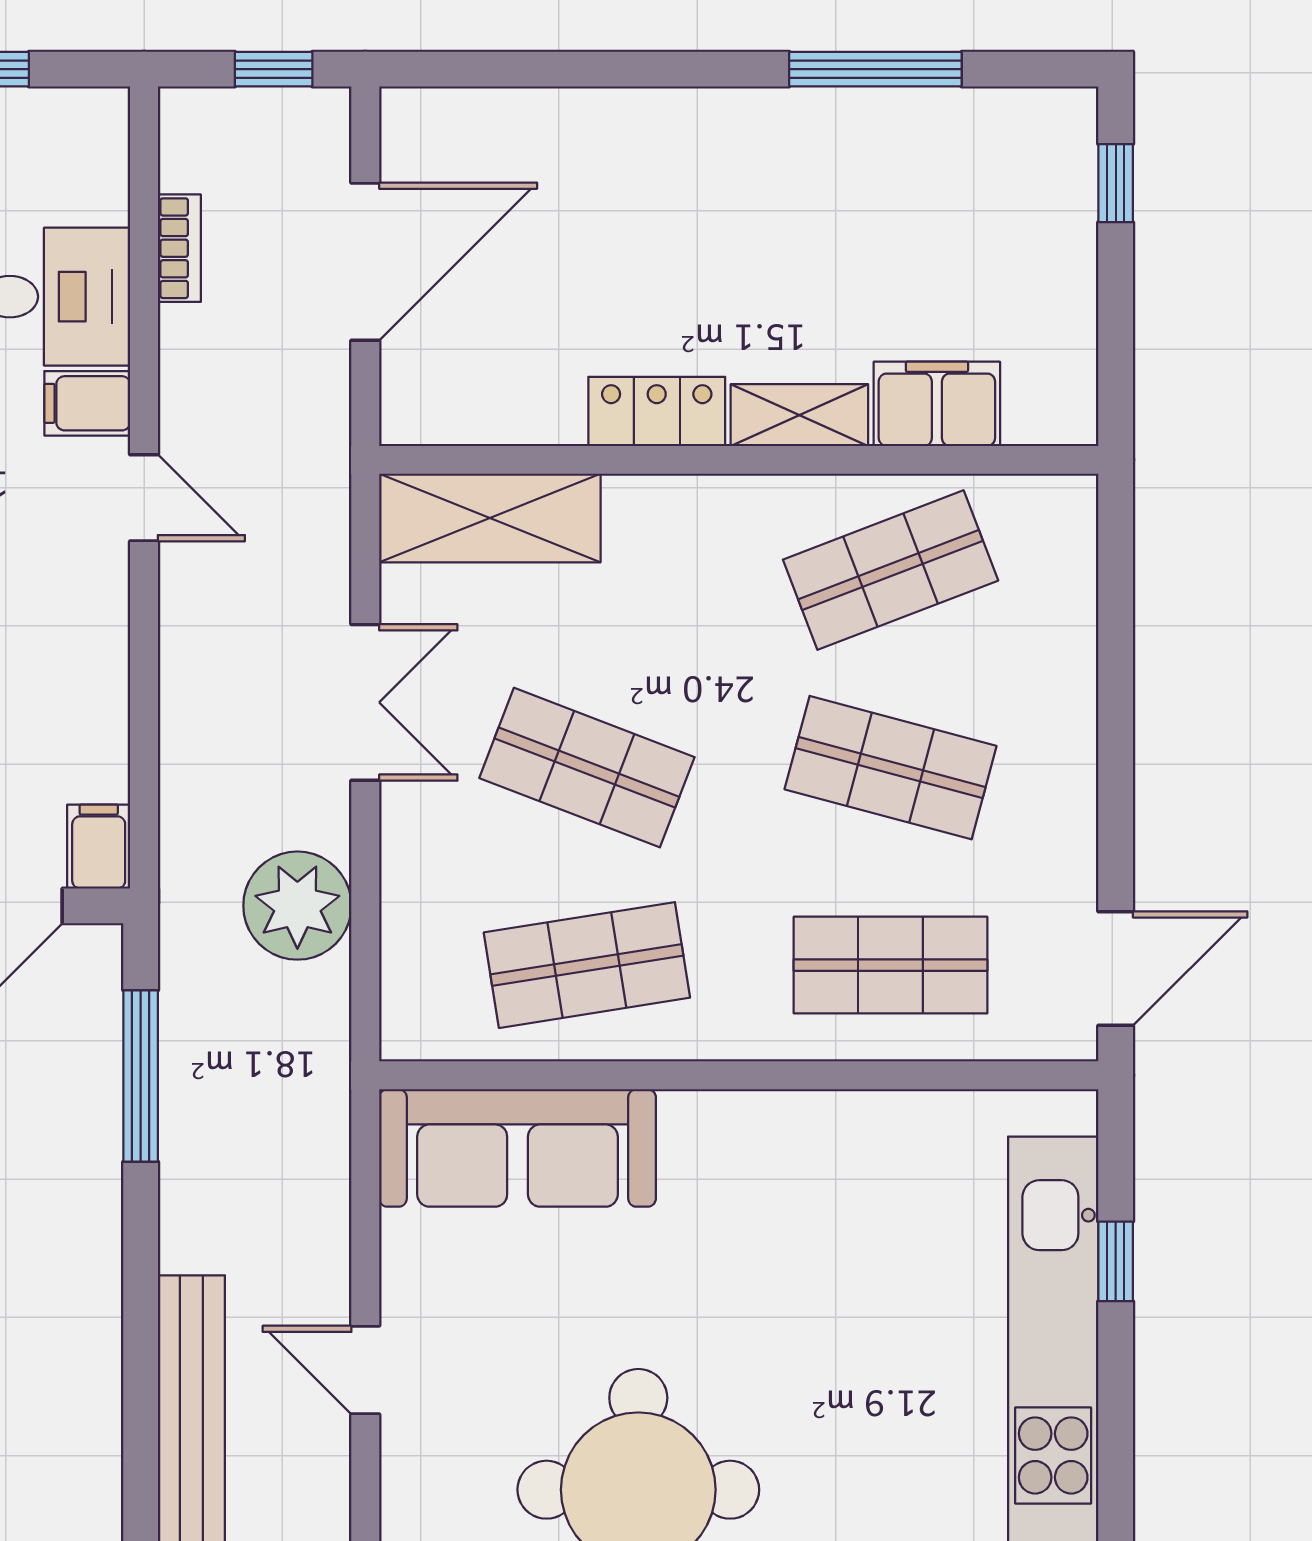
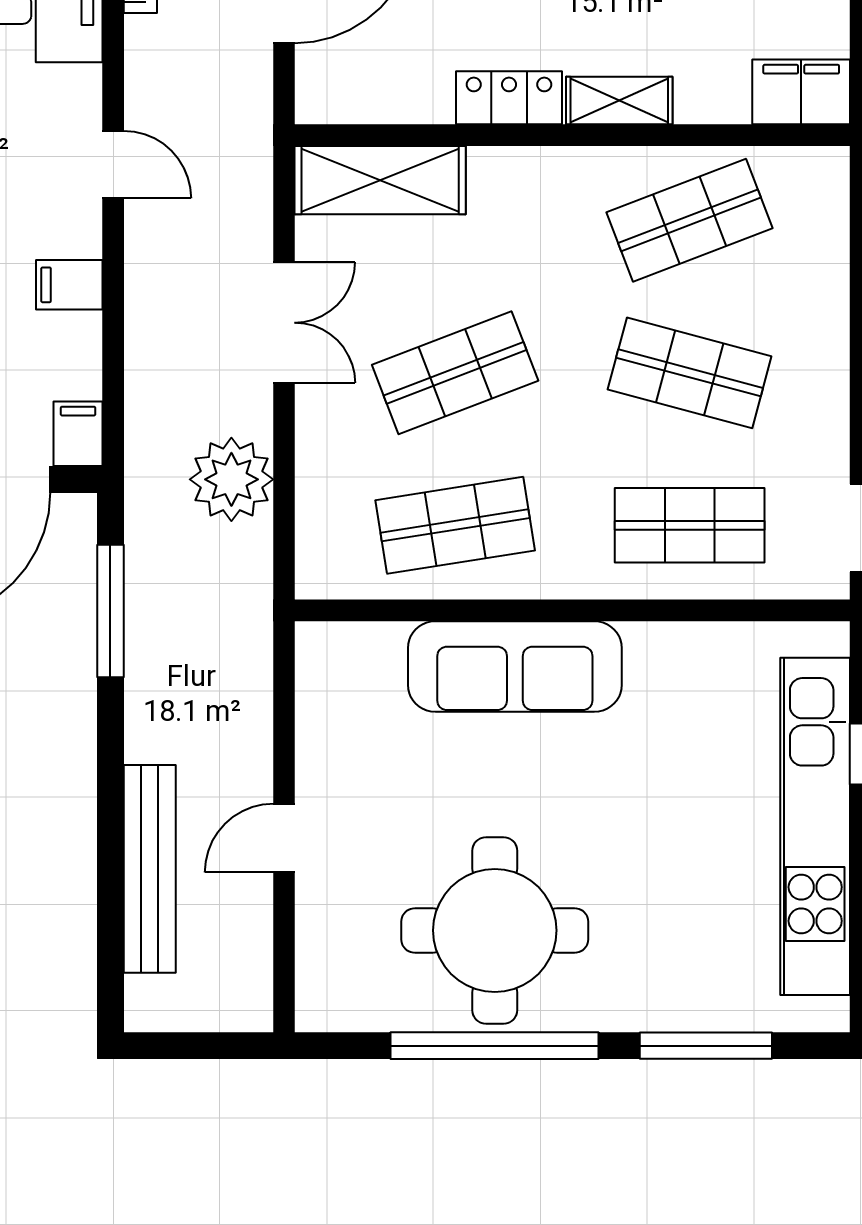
filing cabinet: (87, 403) -> (69, 285), moved
filing cabinet: (937, 404) -> (801, 92), moved
shop shelf: (587, 768) -> (455, 373), turned -42
sofa: (518, 1148) -> (515, 667), moved
door: (365, 1370) -> (284, 838), hinge flipped

